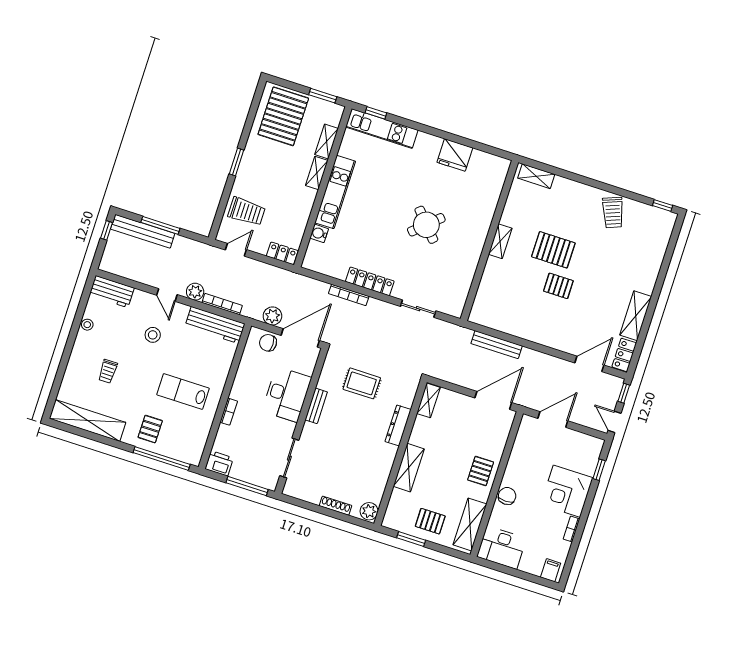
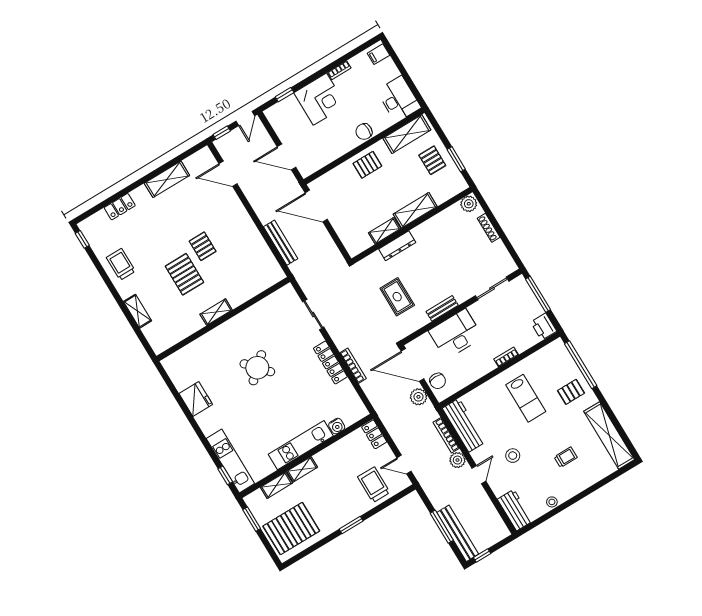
shelving: (536, 176) -> (137, 311), moved
trolley: (613, 213) -> (121, 264), turned -69
locker: (624, 355) -> (120, 207), moved
shelving: (428, 400) -> (385, 231), moved

